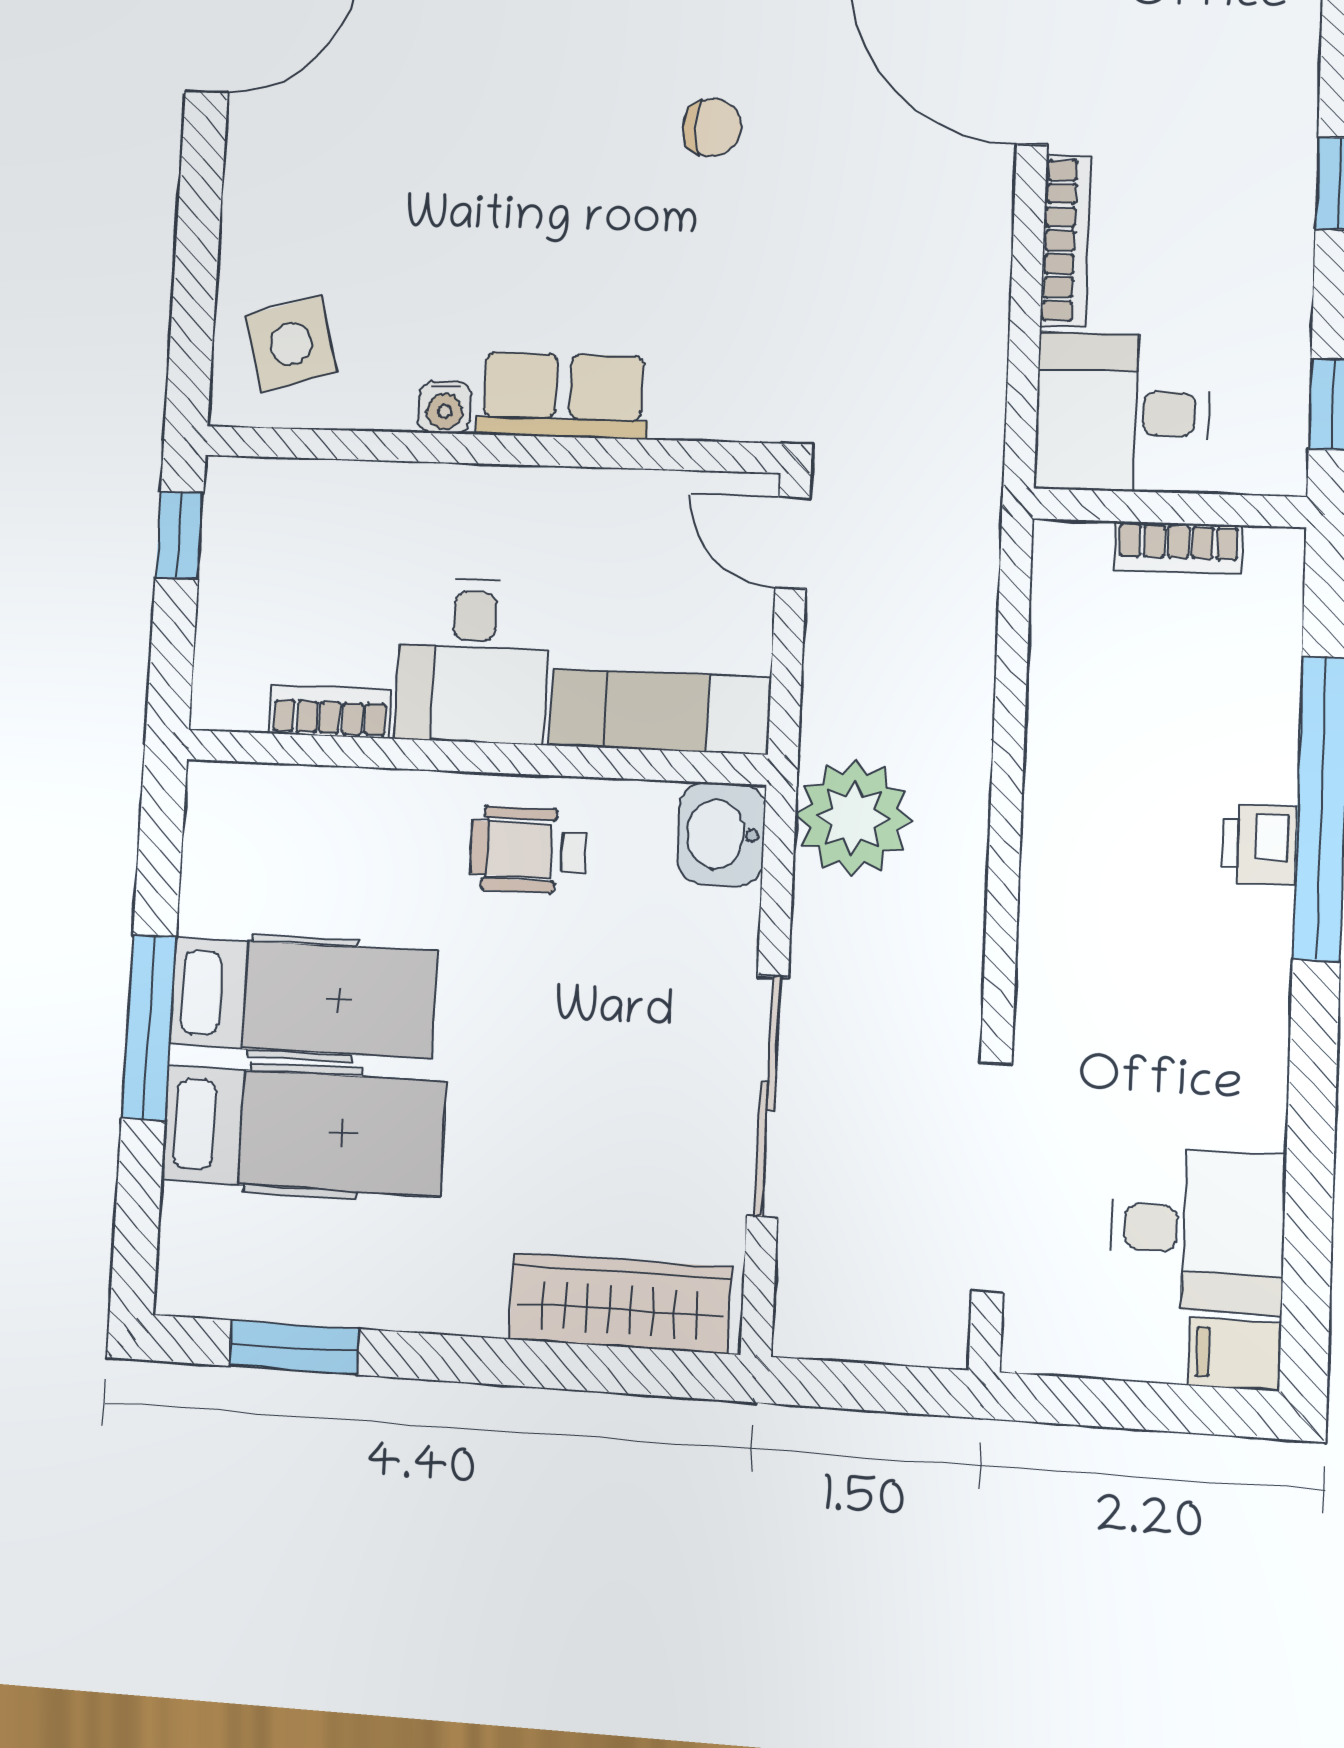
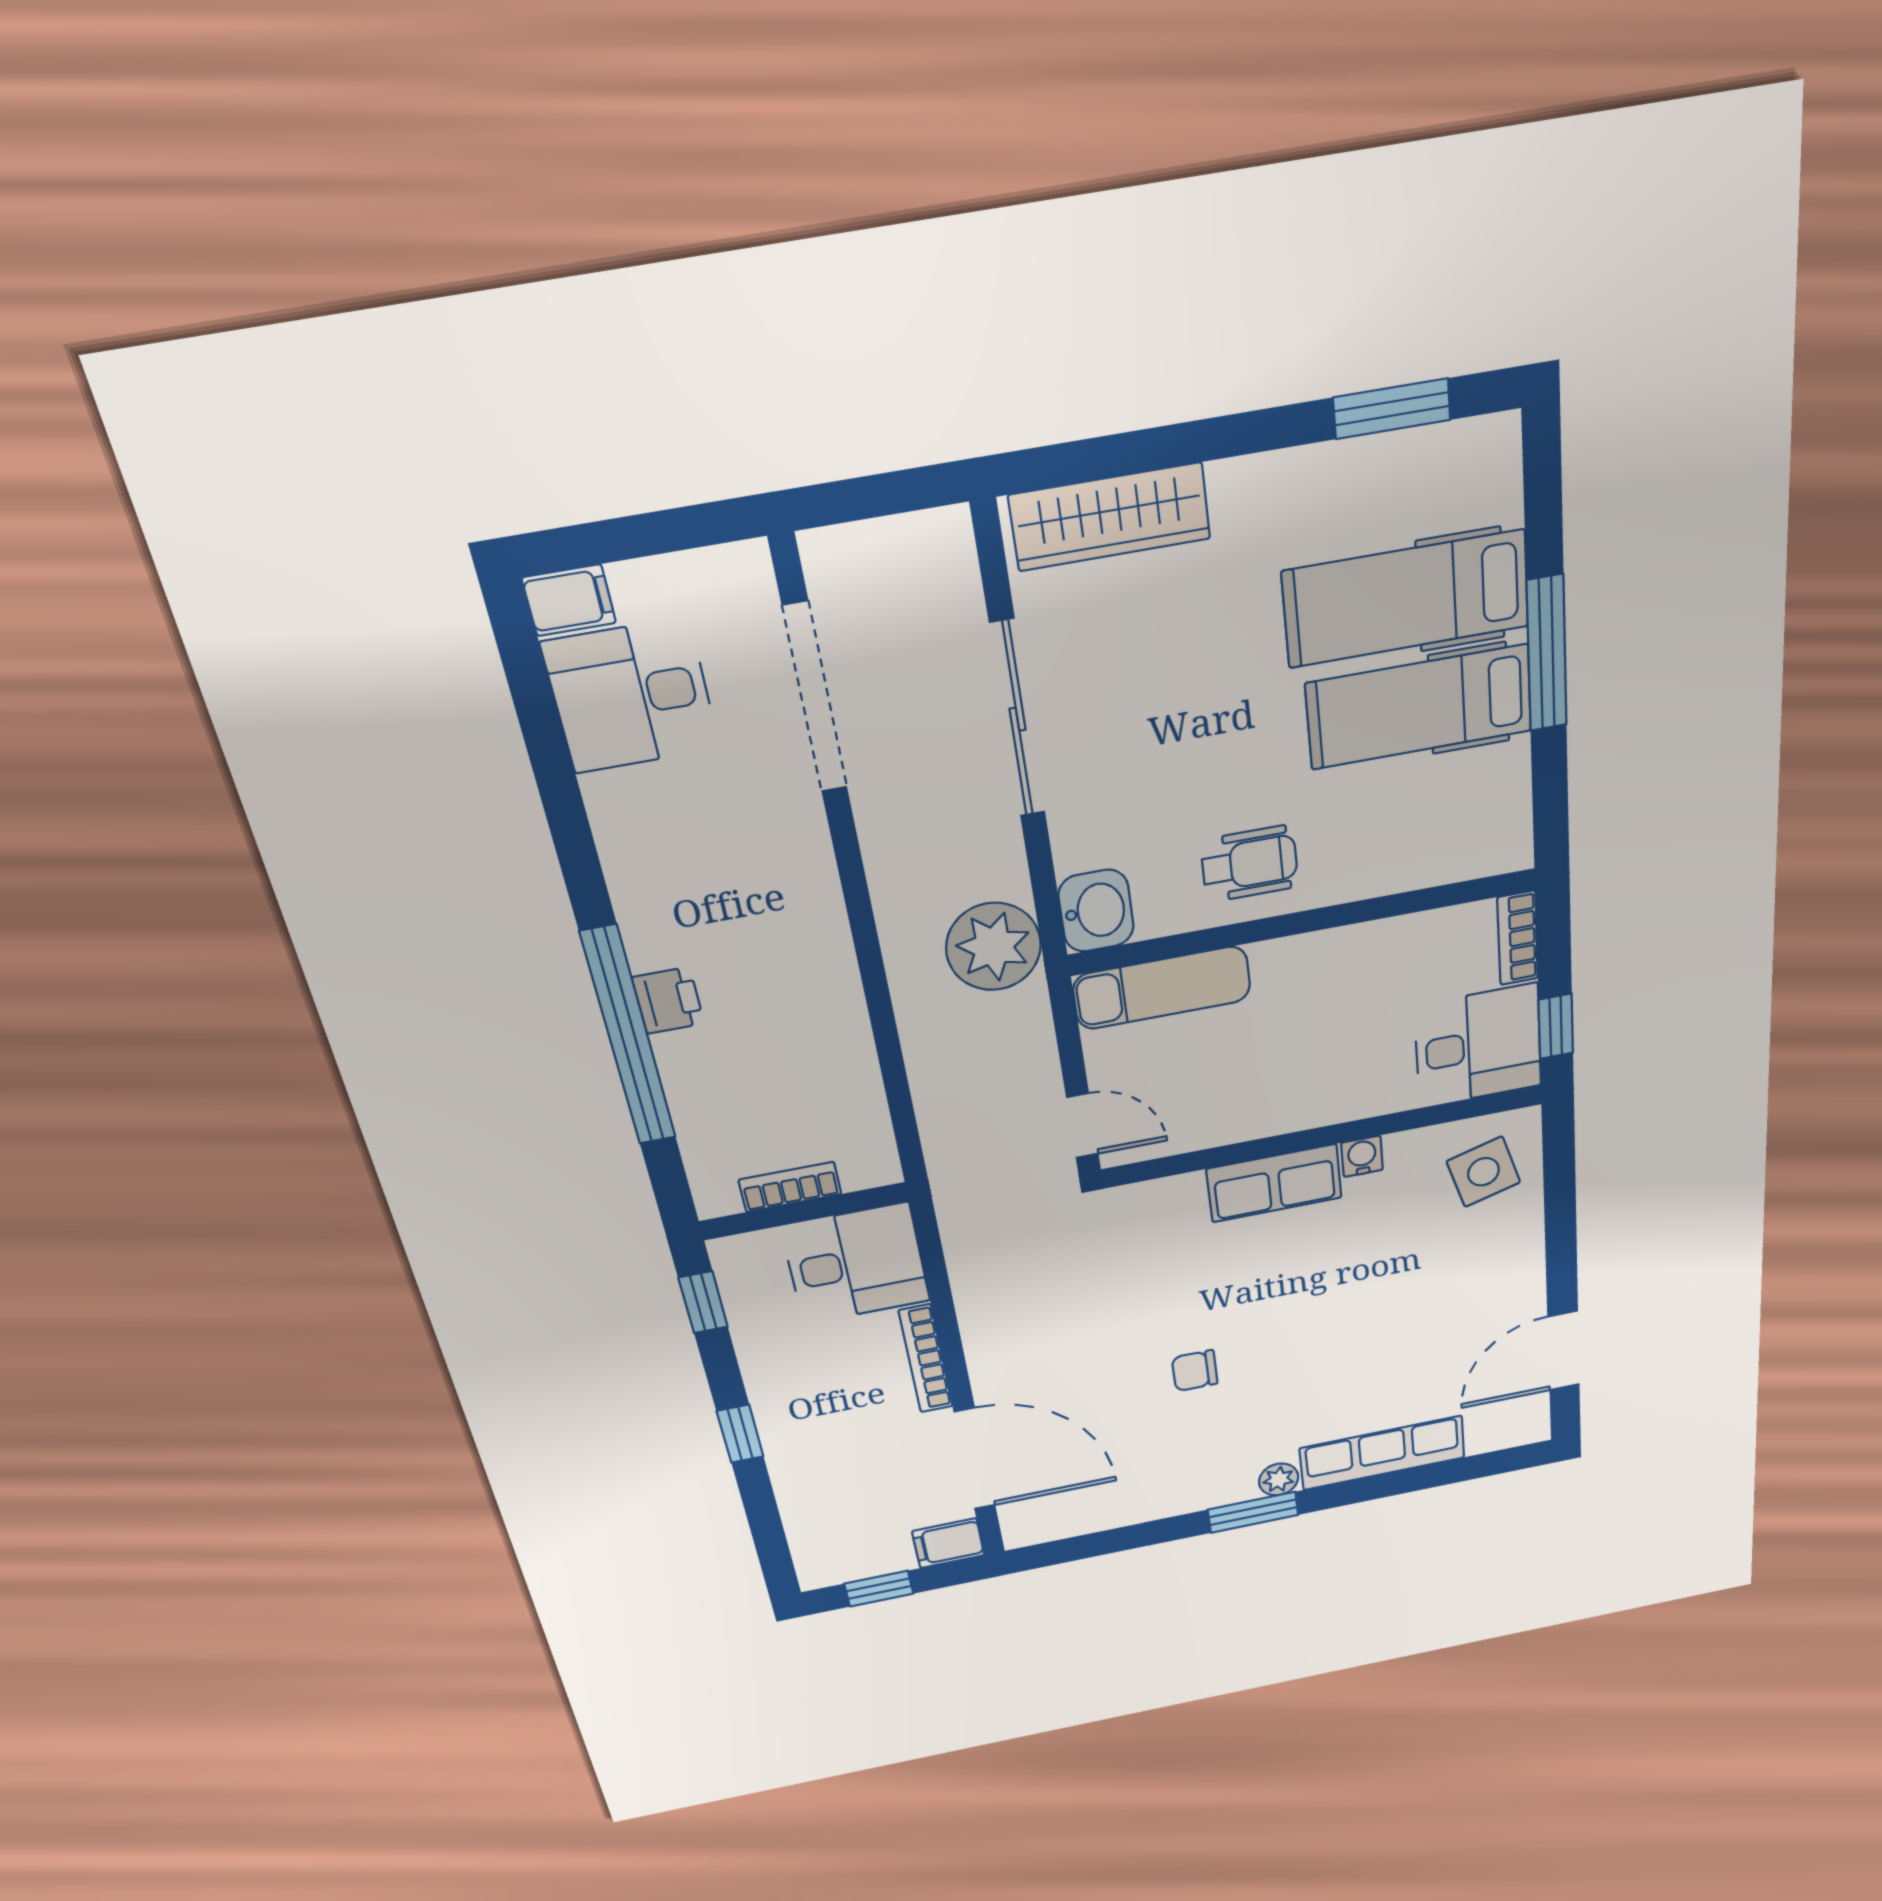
desk: (473, 660) -> (1478, 1046), moved, turned 90
bookcase: (330, 712) -> (1518, 938), moved, turned 90

